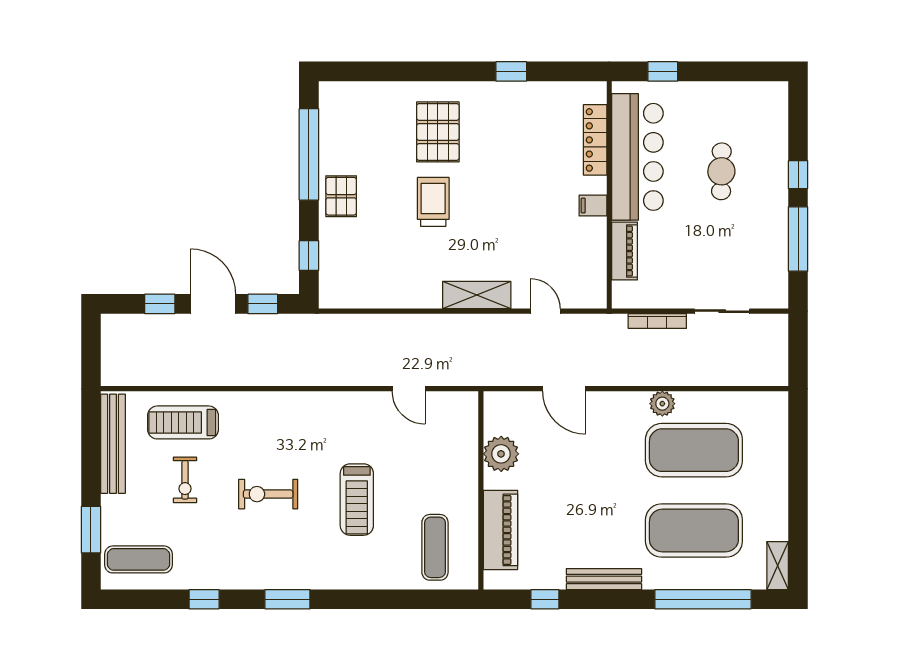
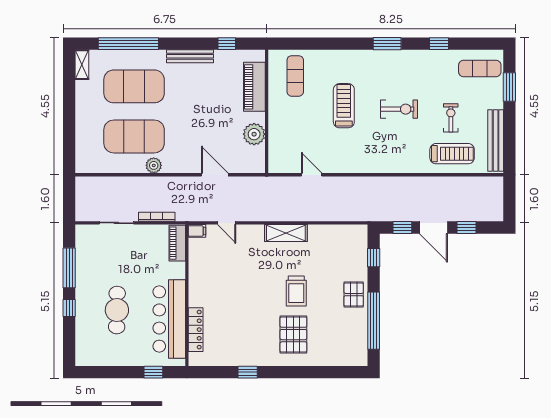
cafe table: (721, 171) -> (117, 310), width x1.37, depth x1.35
filing cabinet: (593, 206) -> (197, 231), moved
piano: (625, 251) -> (177, 243), moved
shelving: (477, 295) -> (286, 233), moved

